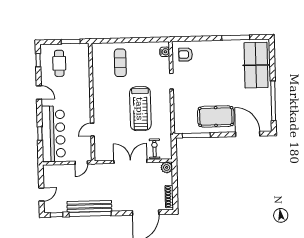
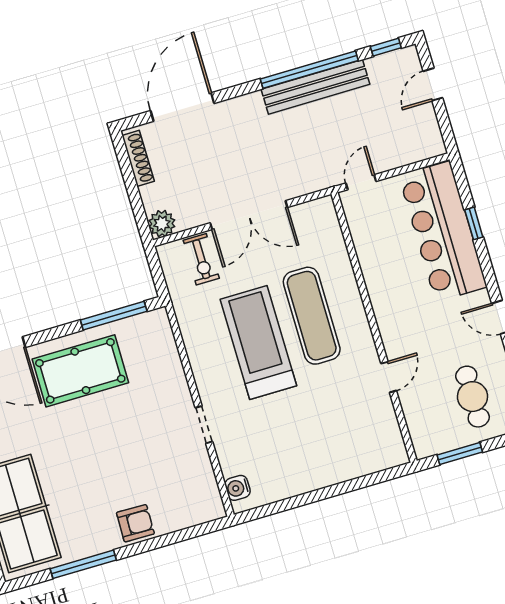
armchair: (186, 55) -> (135, 523), moved
exercise mat: (120, 63) -> (312, 316), moved, width x1.36, depth x1.45
door: (92, 130) -> (389, 377), moved

